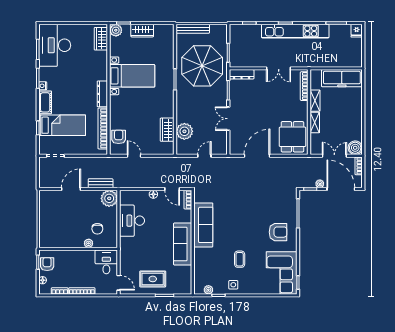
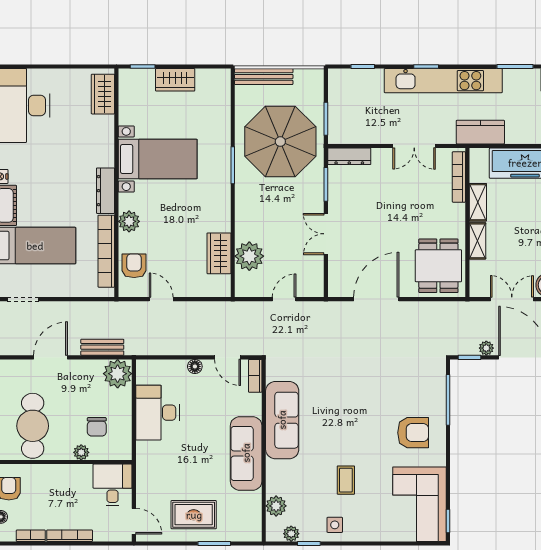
plant: (116, 30) -> (129, 221), moved
kitchen counter: (316, 60) -> (480, 132), added
cafe table: (61, 228) -> (33, 426), added
plant: (200, 274) -> (276, 506), added

